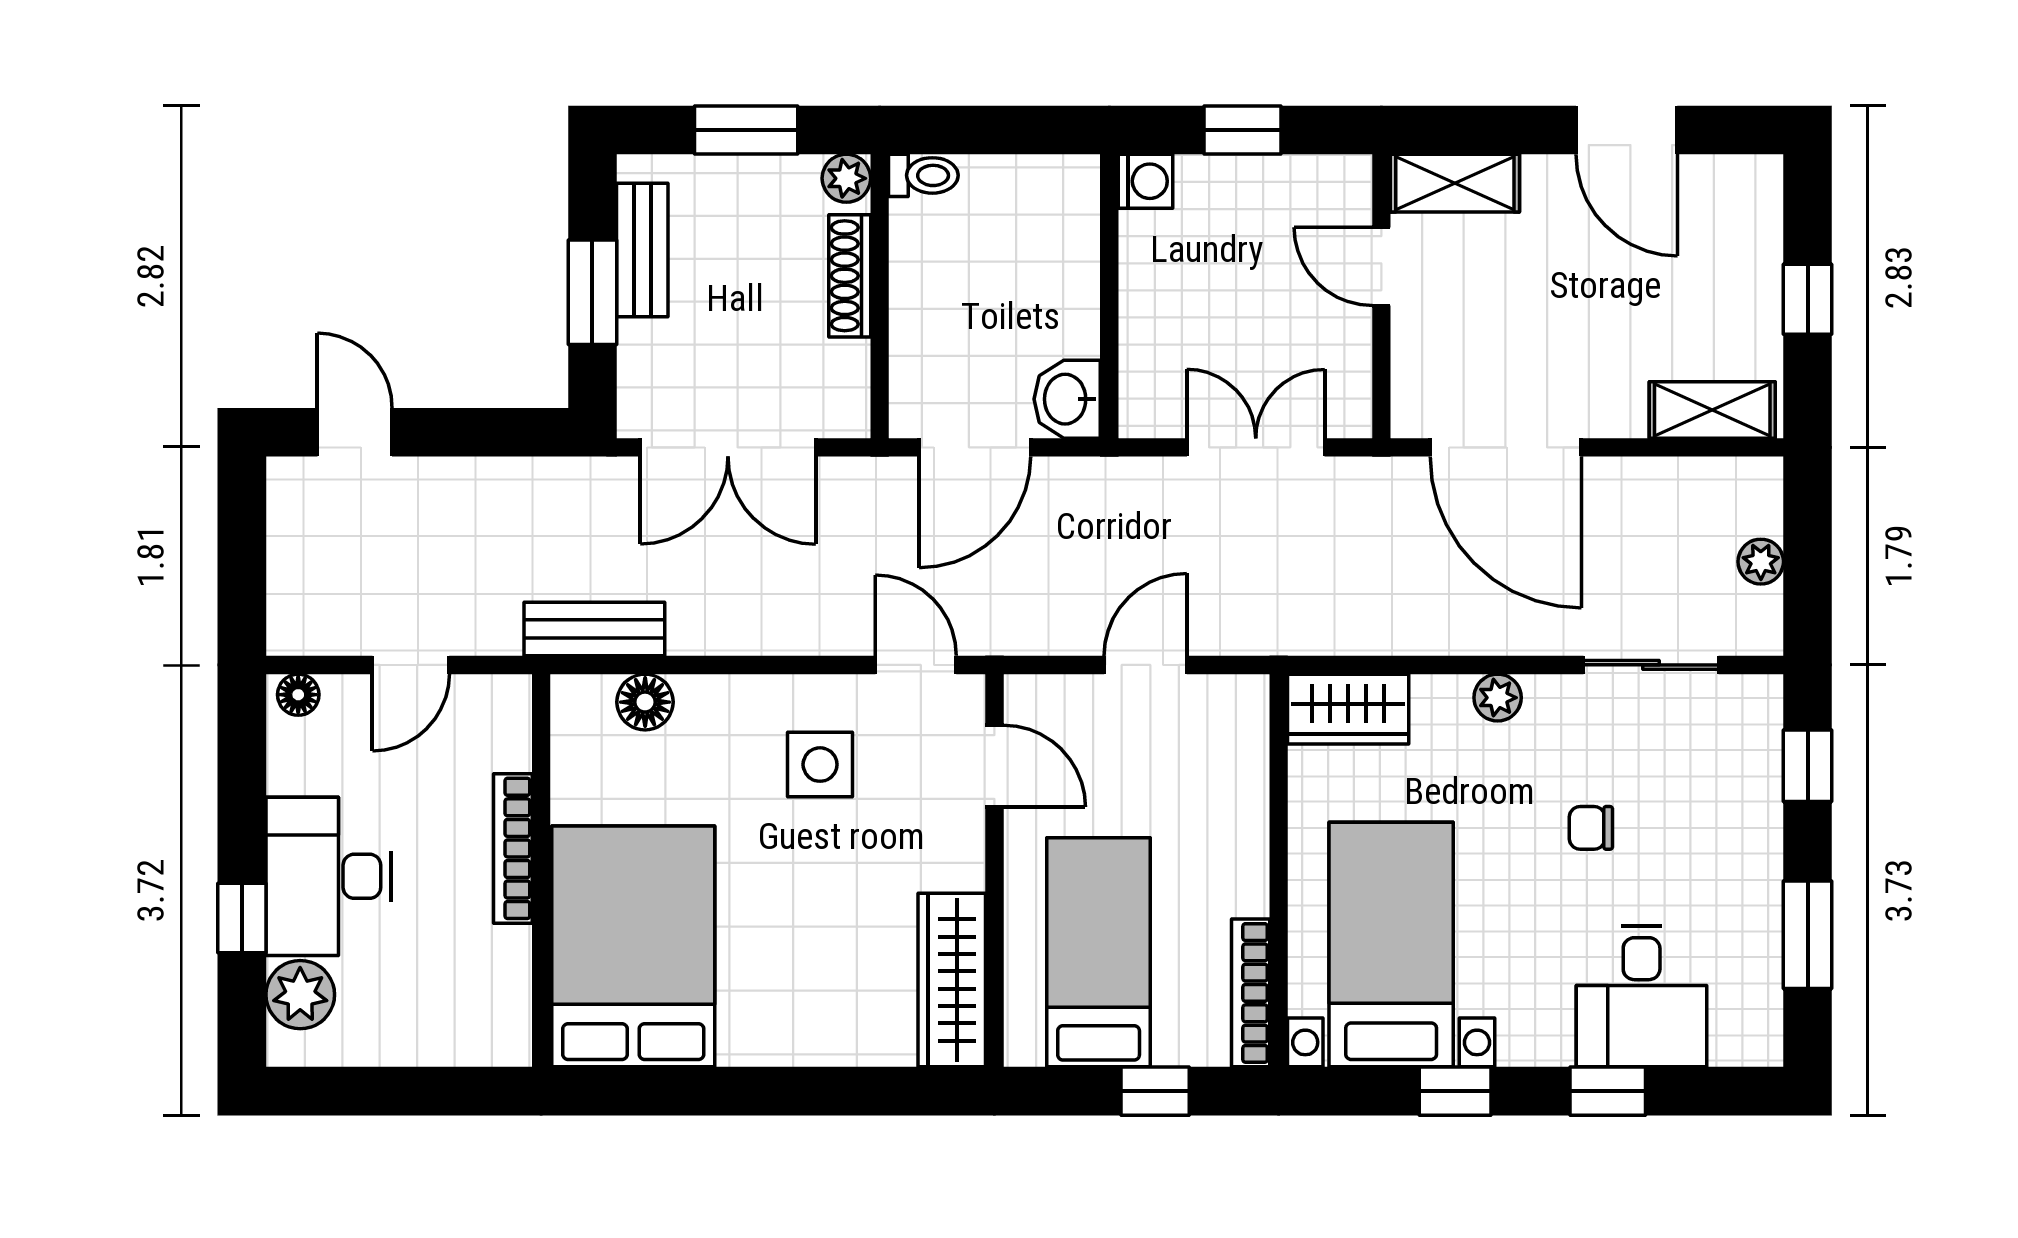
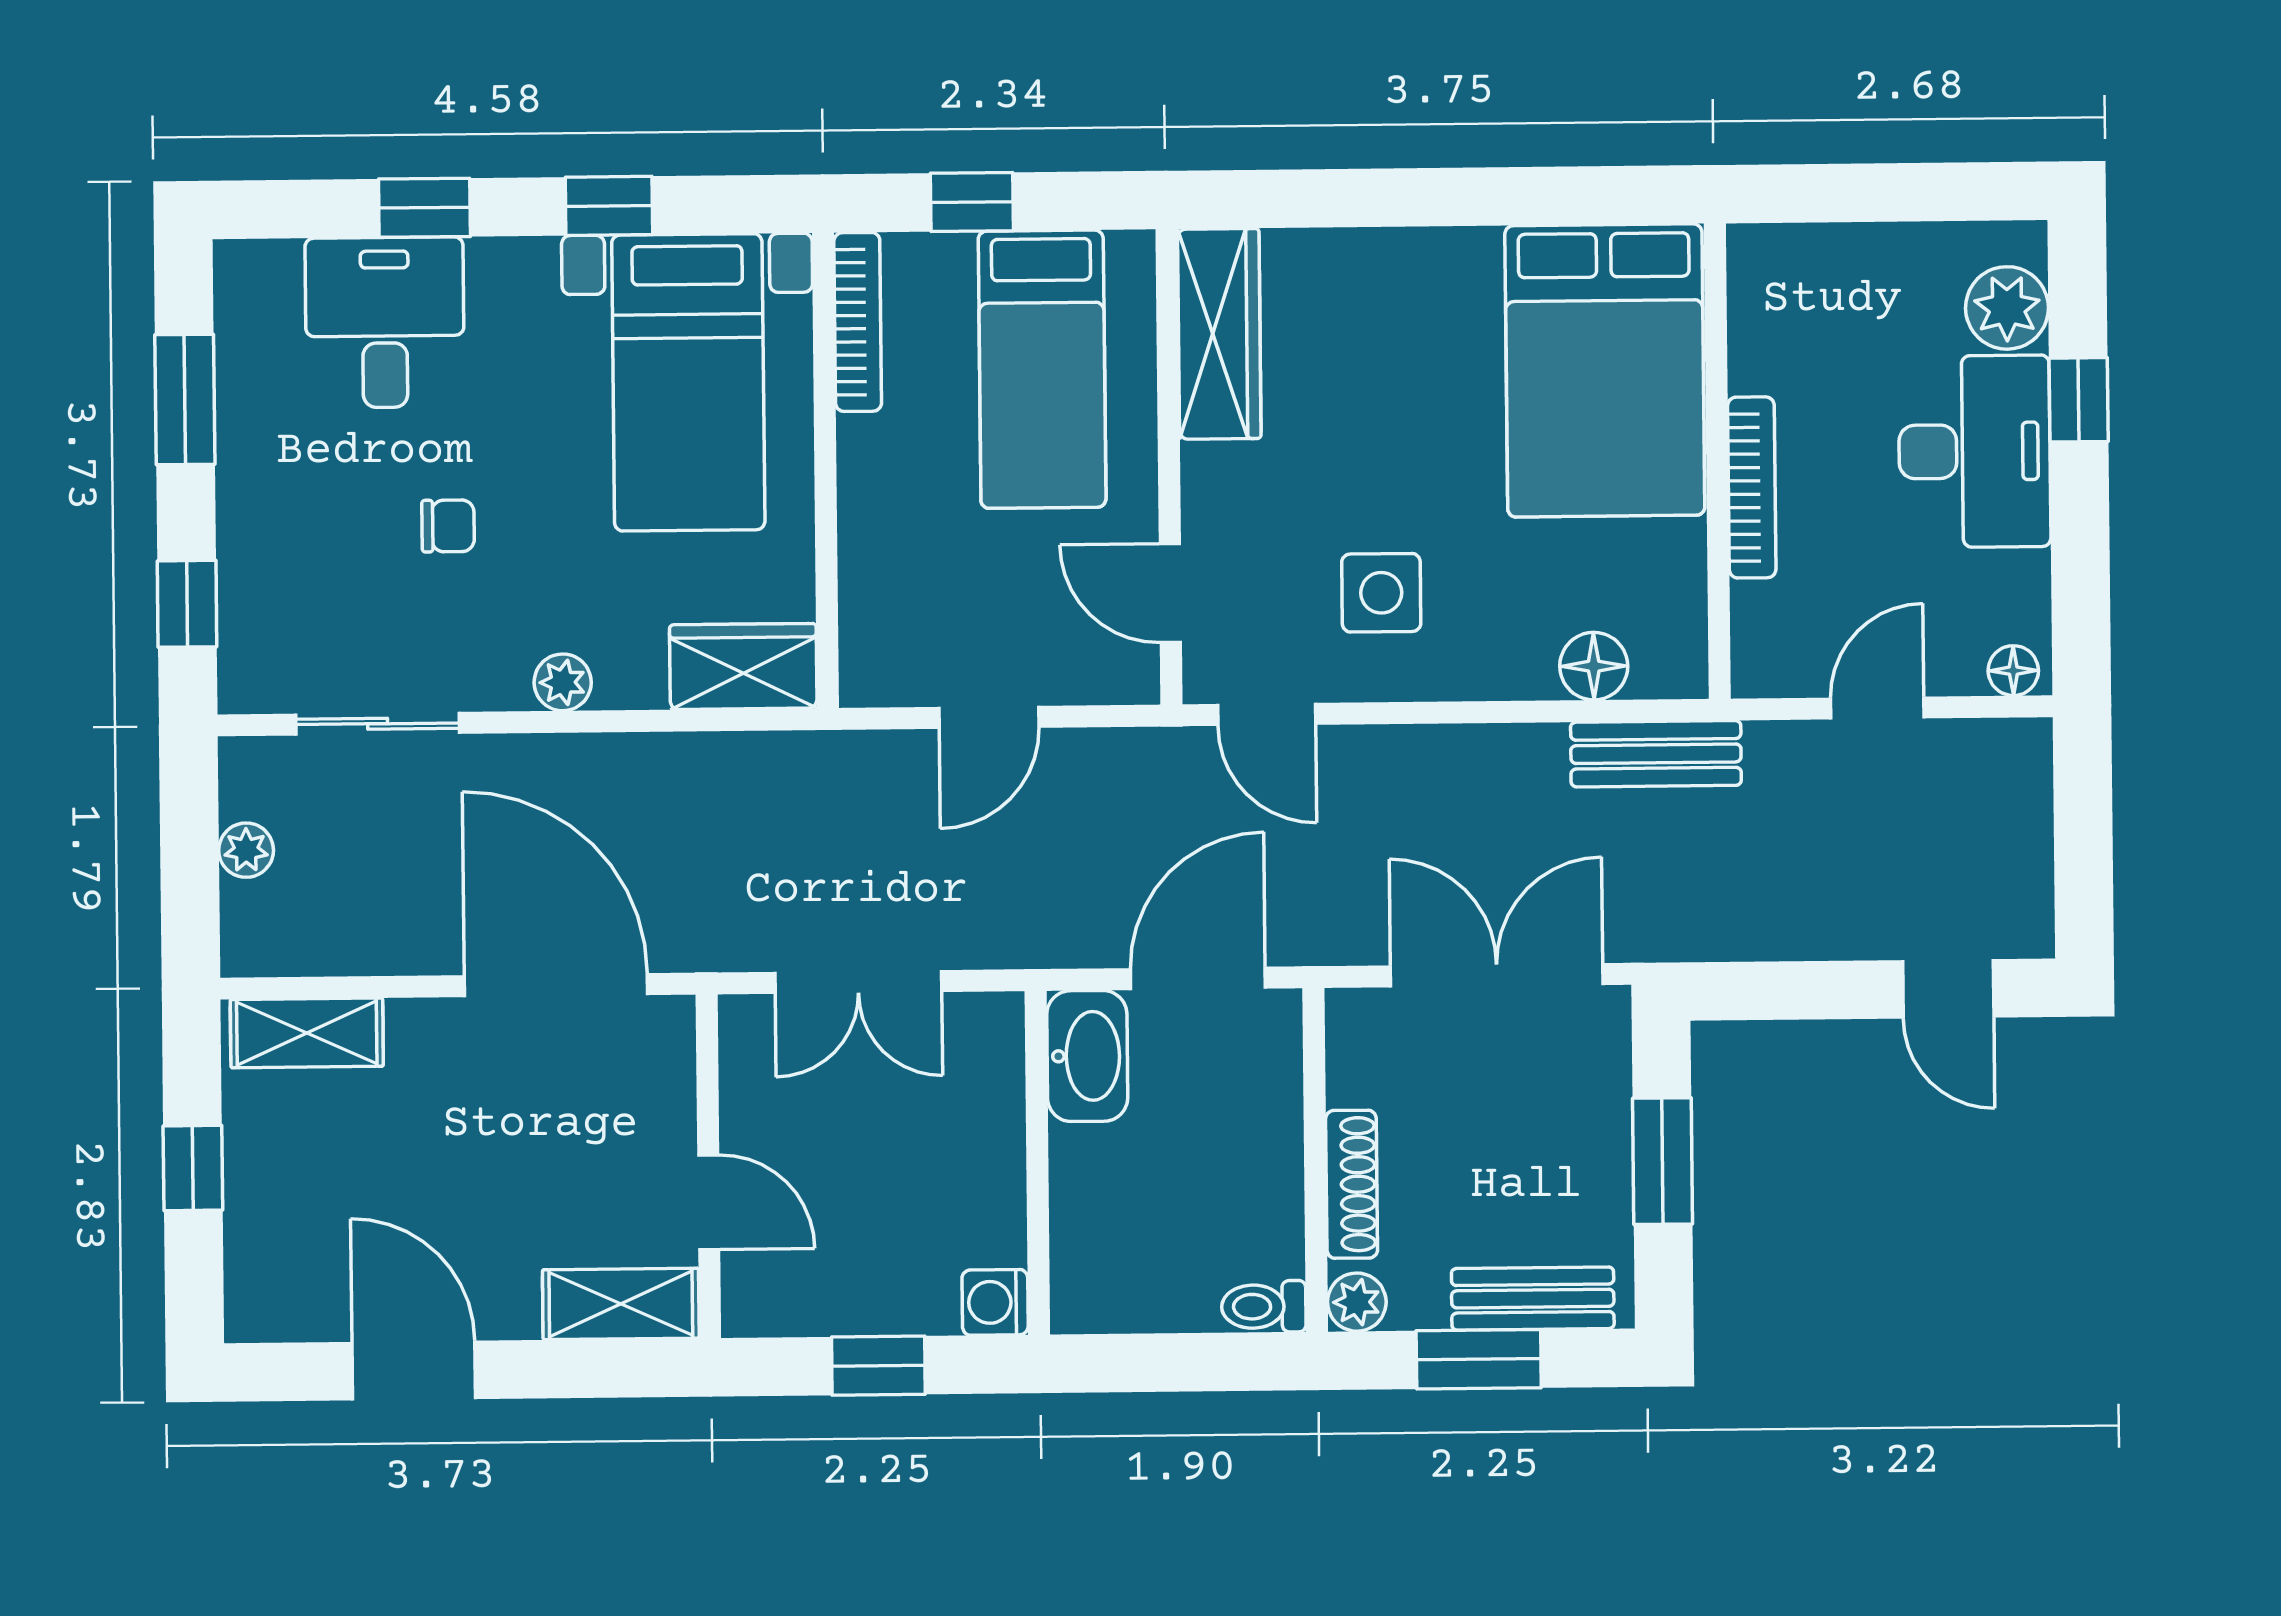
bench: (642, 250) -> (1533, 1299), moved, turned 90
washbasin: (1067, 399) -> (1087, 1056), width x1.38

